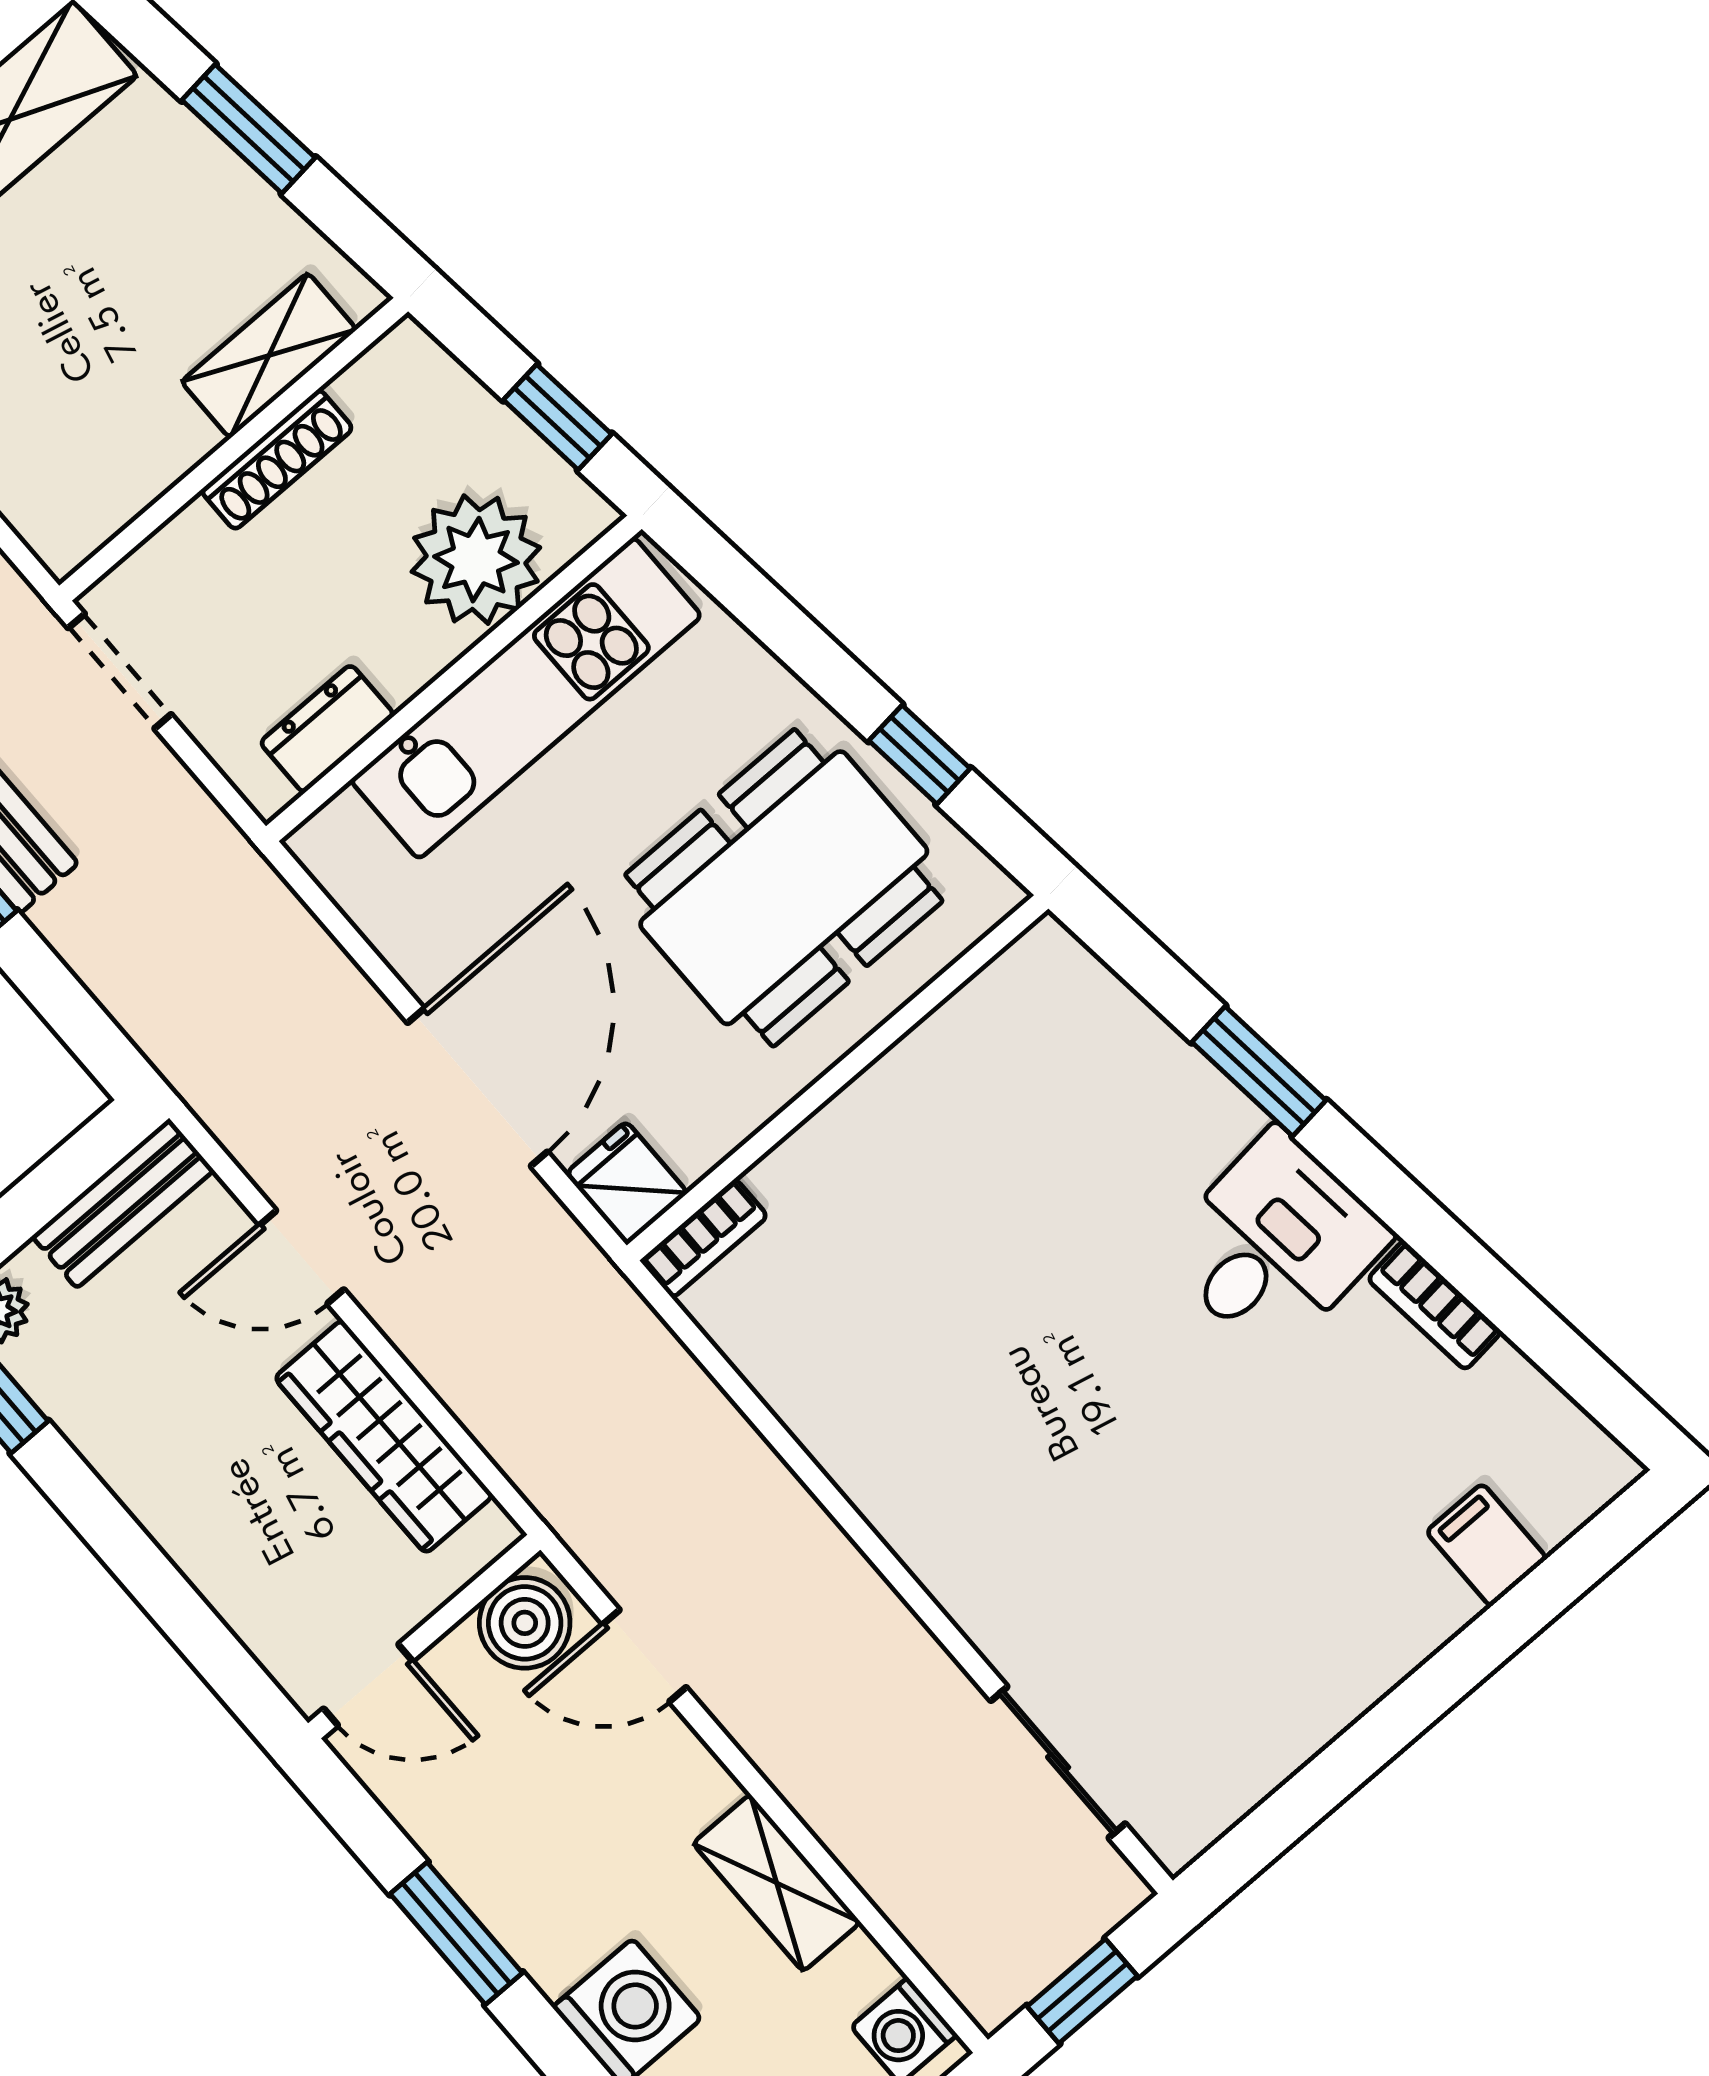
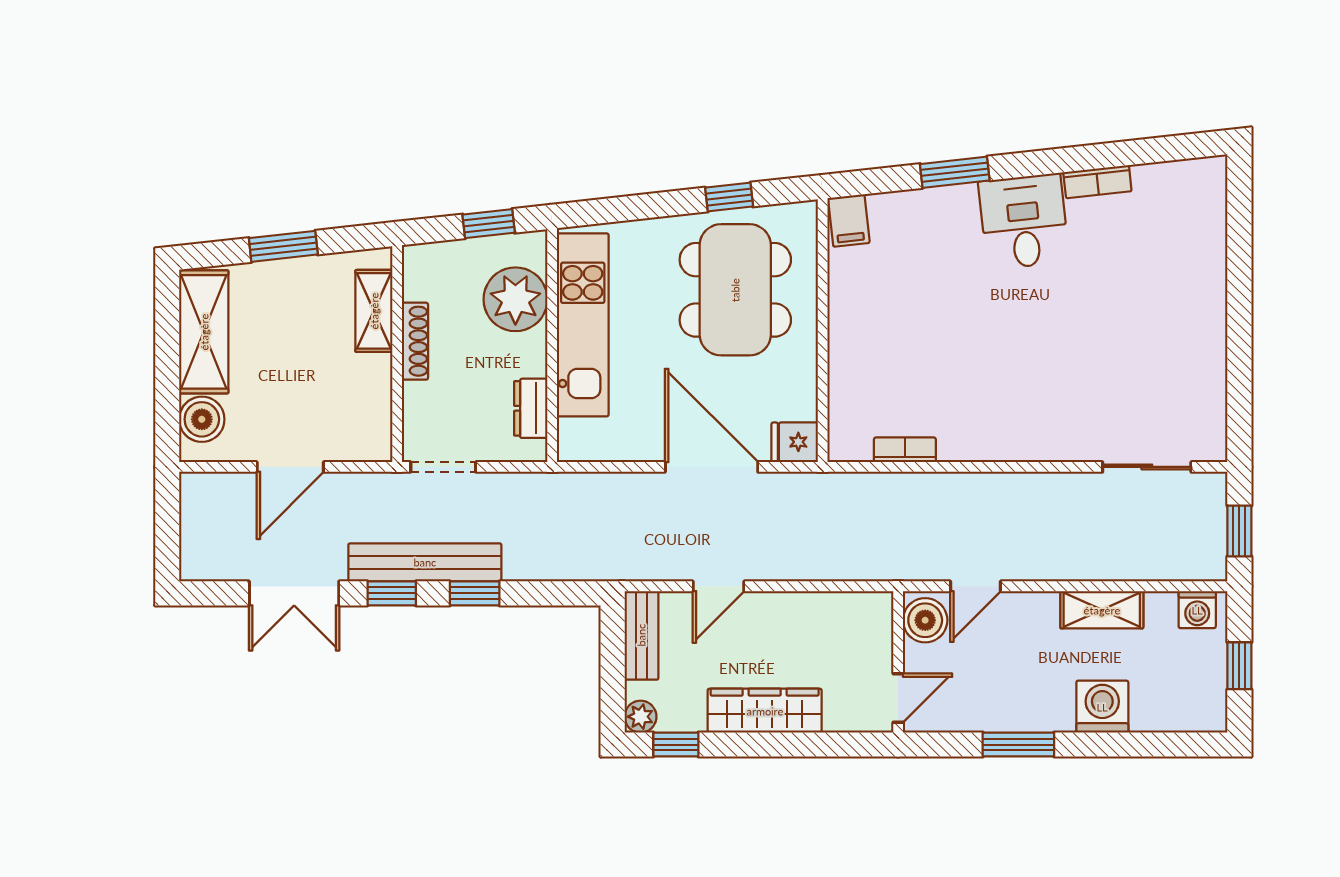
bookcase: (704, 1238) -> (905, 450), moved, turned -90
wardrobe: (384, 1437) -> (765, 711), moved, turned 180
filing cabinet: (1487, 1545) -> (849, 221), moved, turned -96

